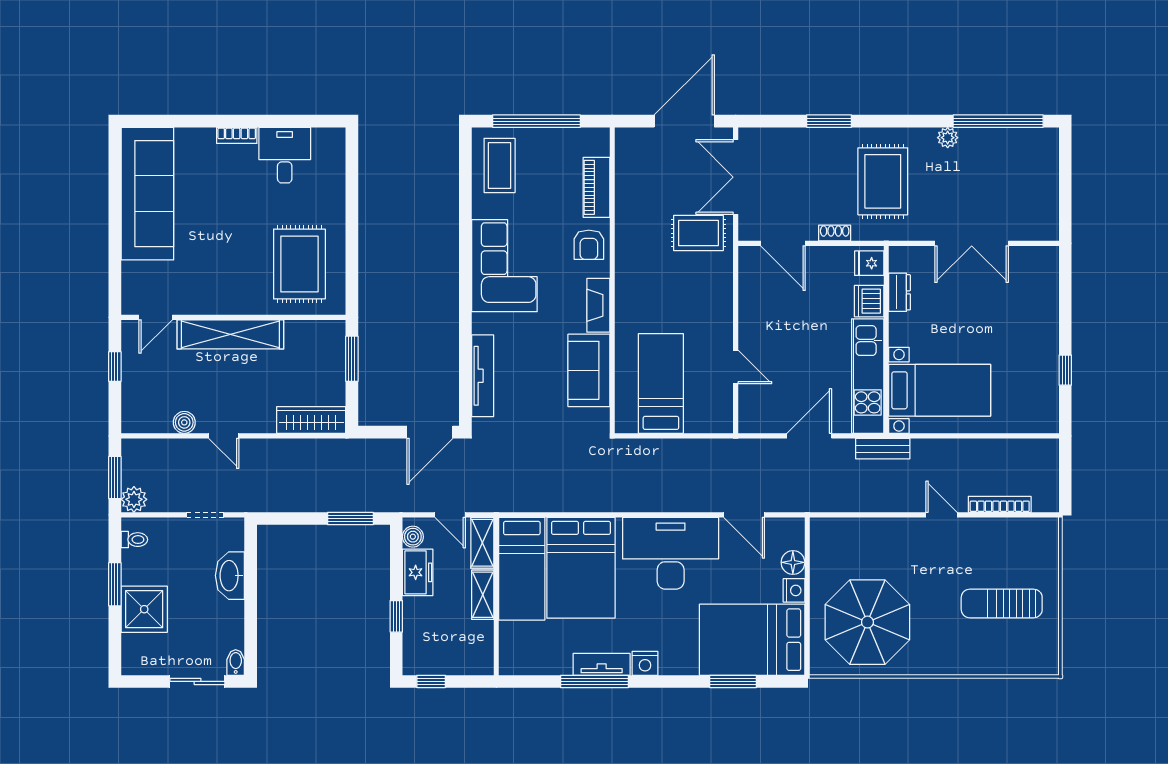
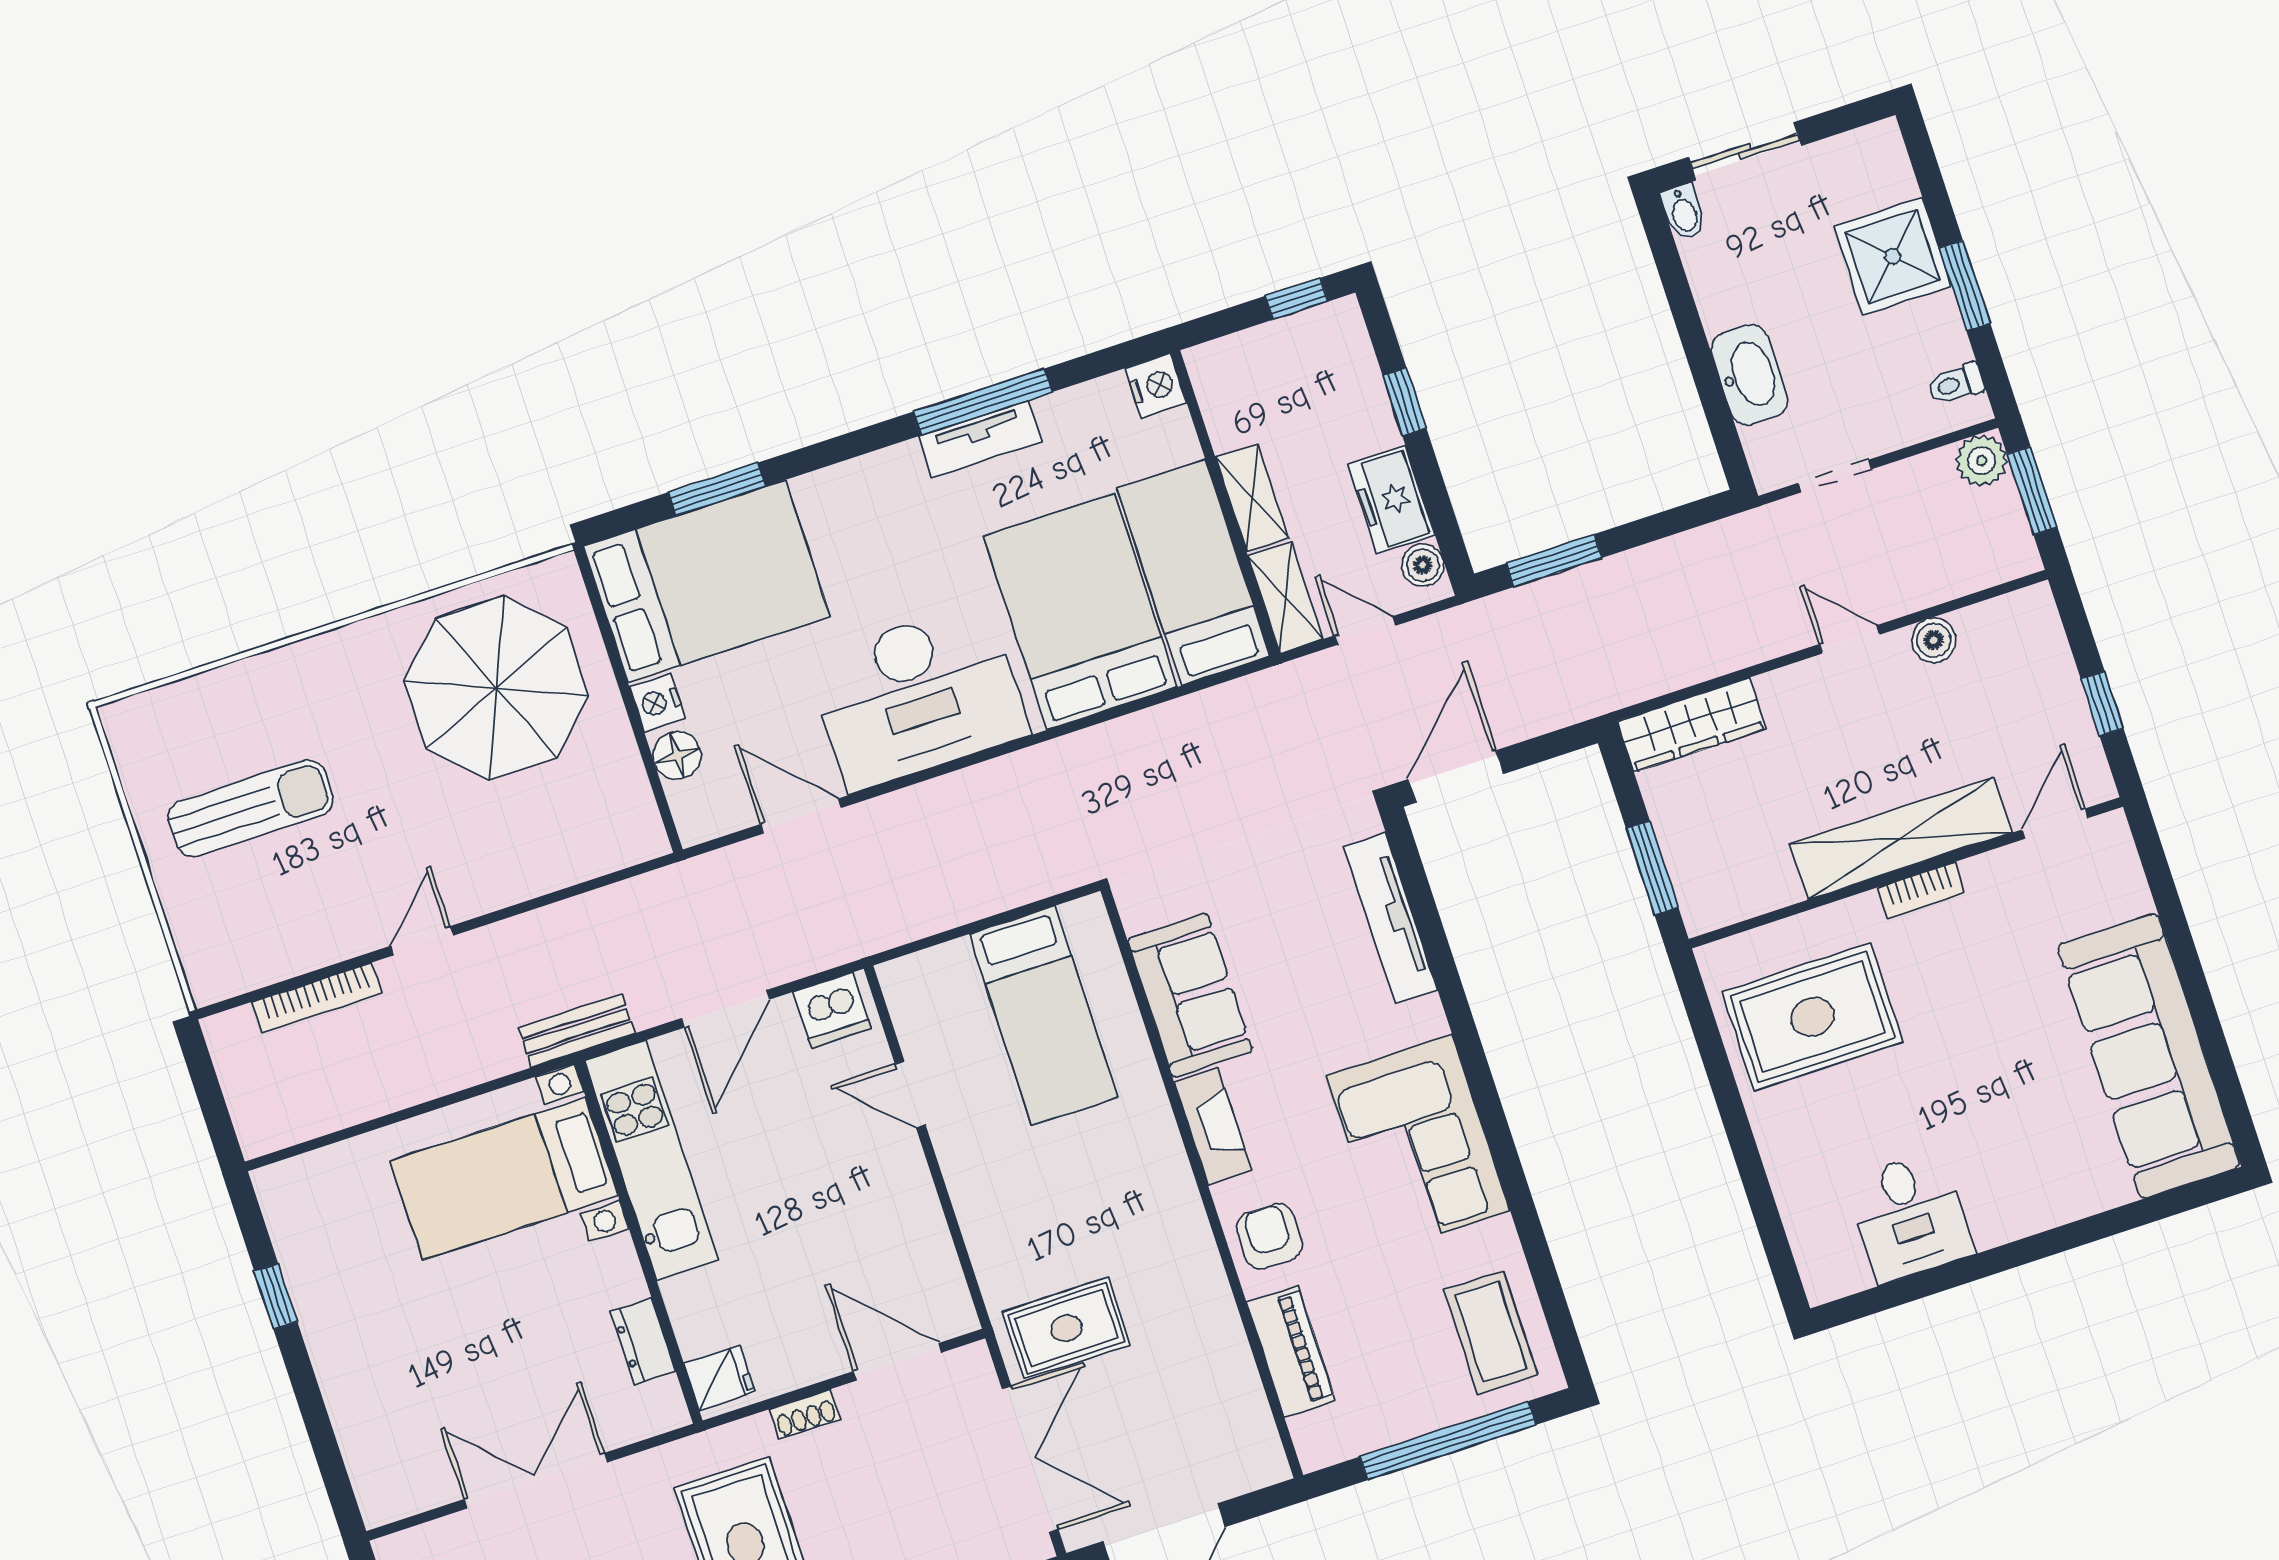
bookcase: (237, 135) -> (1921, 890), moved, turned 180
rug: (299, 264) -> (1813, 1017), turned 90
dishwasher: (869, 301) -> (832, 1010), moved, turned 90
door: (942, 515) -> (422, 941), swing flipped
nightstand: (645, 663) -> (1156, 386), moved, turned 90

